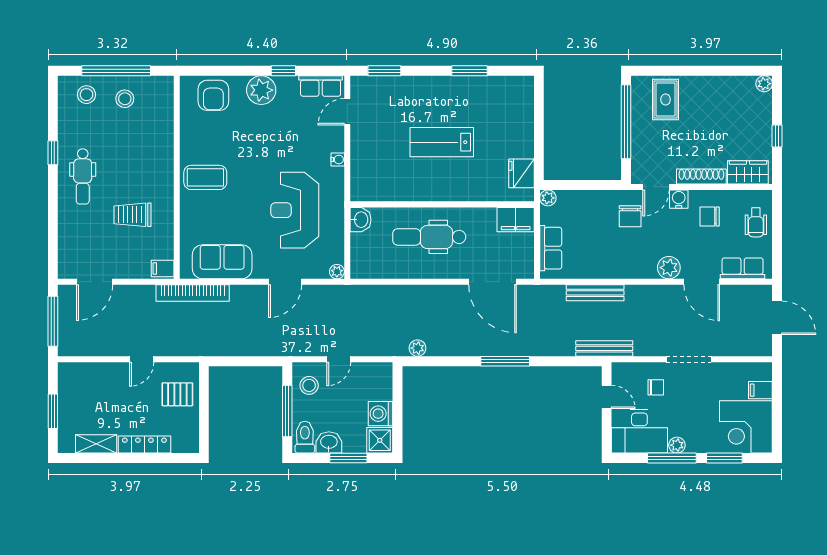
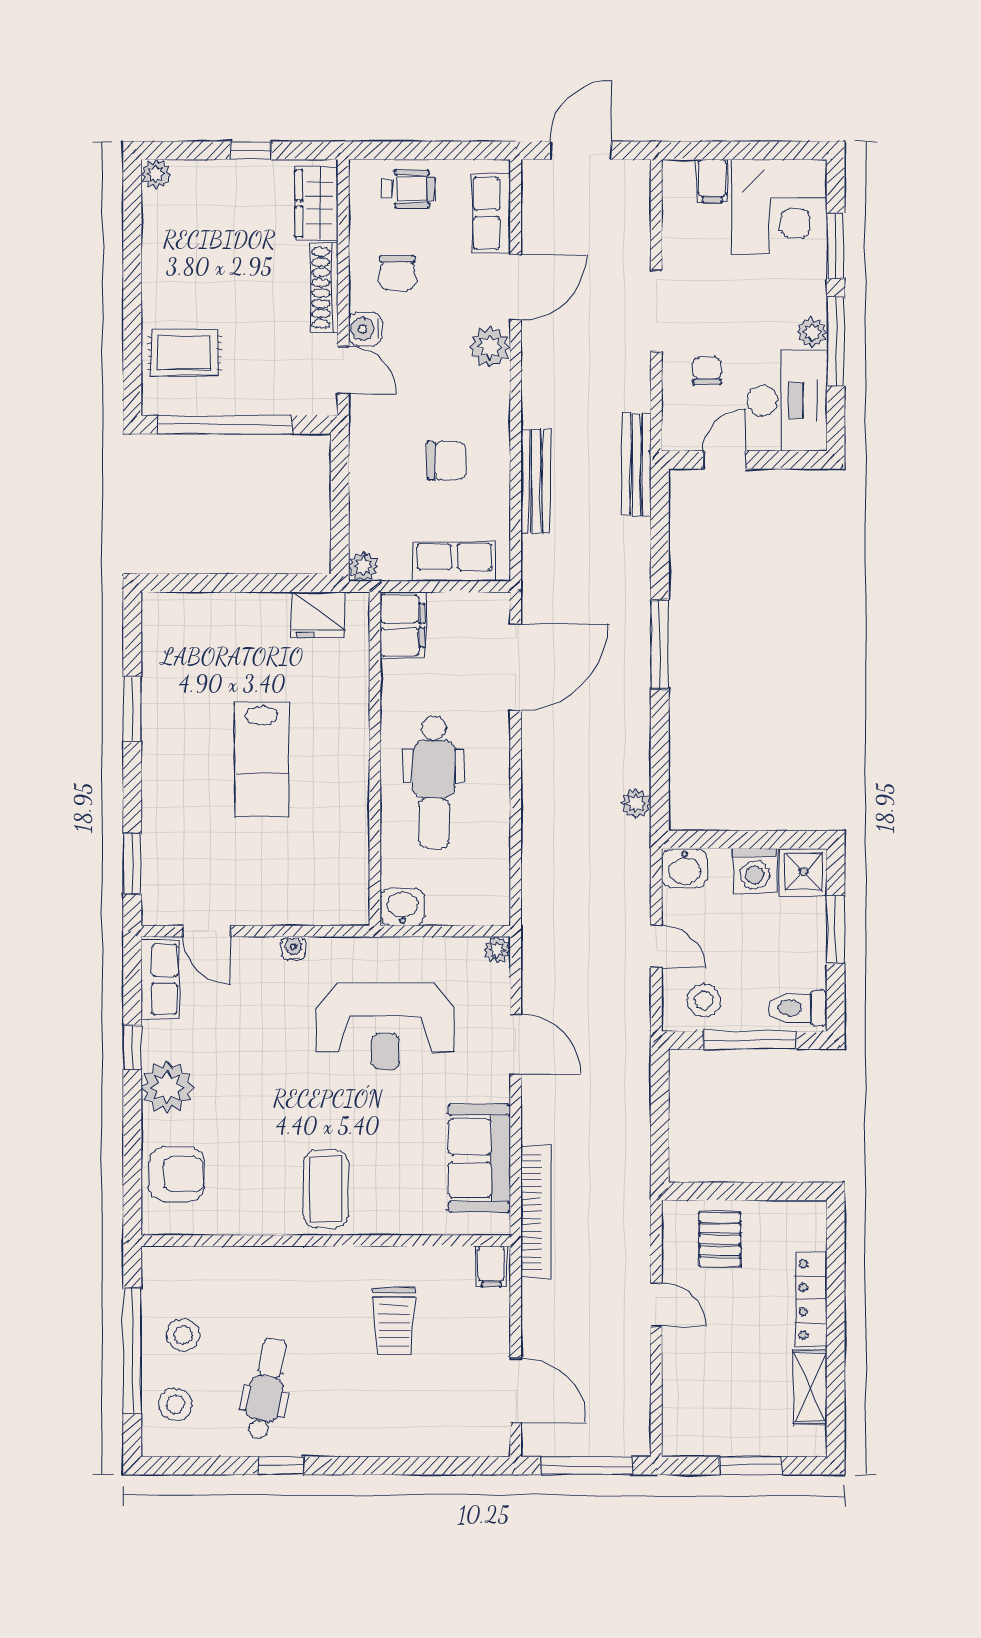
dental chair: (83, 176) -> (266, 1389), moved, turned -79
chair: (630, 216) -> (446, 461), moved
washbasin: (329, 442) -> (685, 868), moved, turned -90

